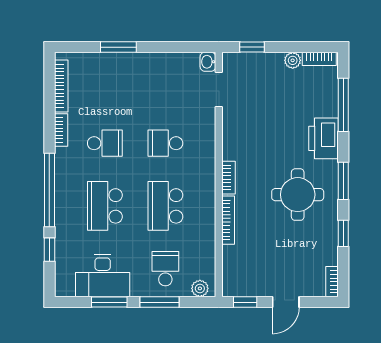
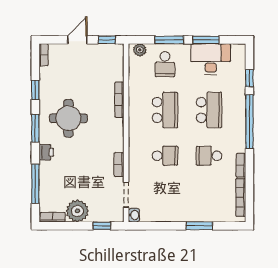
plant: (293, 60) -> (77, 211), width x1.88, depth x1.88
printer: (323, 138) -> (46, 152), width x0.53, depth x0.68
bookcase: (228, 178) -> (119, 165), moved

